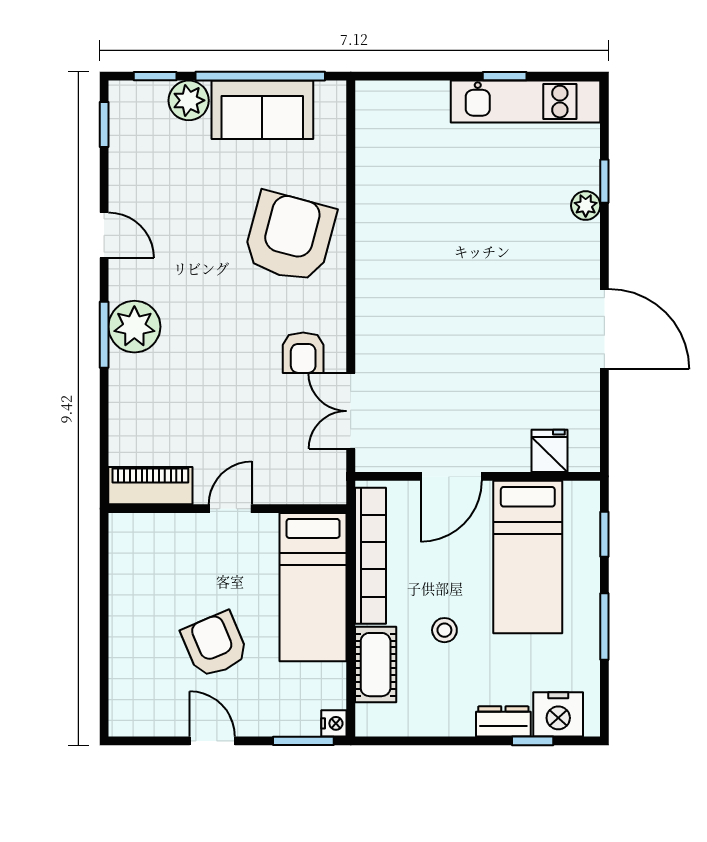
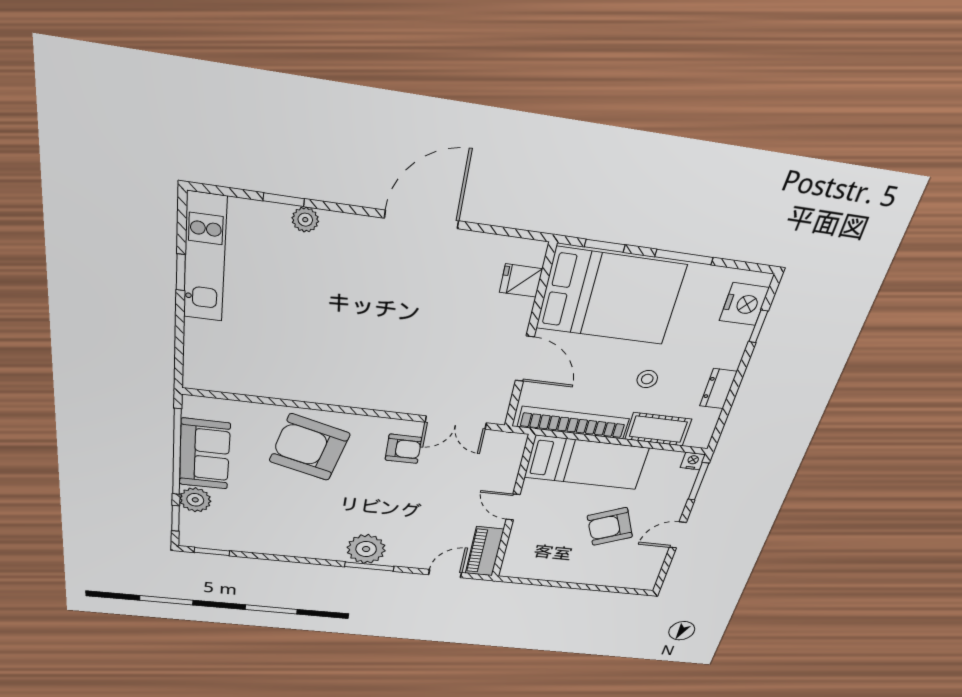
door: (104, 235) -> (445, 574), moved
bed: (528, 557) -> (611, 297), width x1.50
dresser: (503, 721) -> (718, 389), moved

